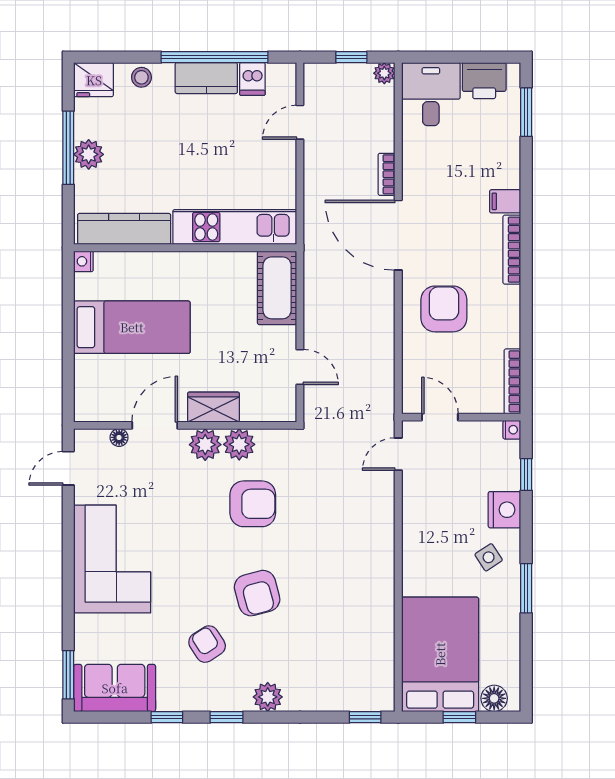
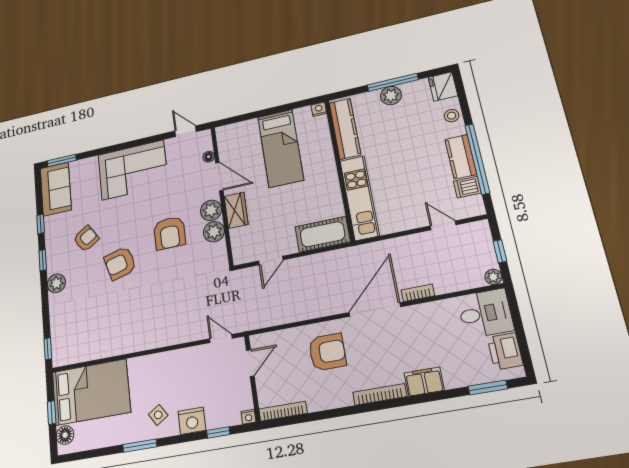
filing cabinet: (505, 201) -> (424, 382), width x2.00
armchair: (253, 504) -> (170, 233), moved

